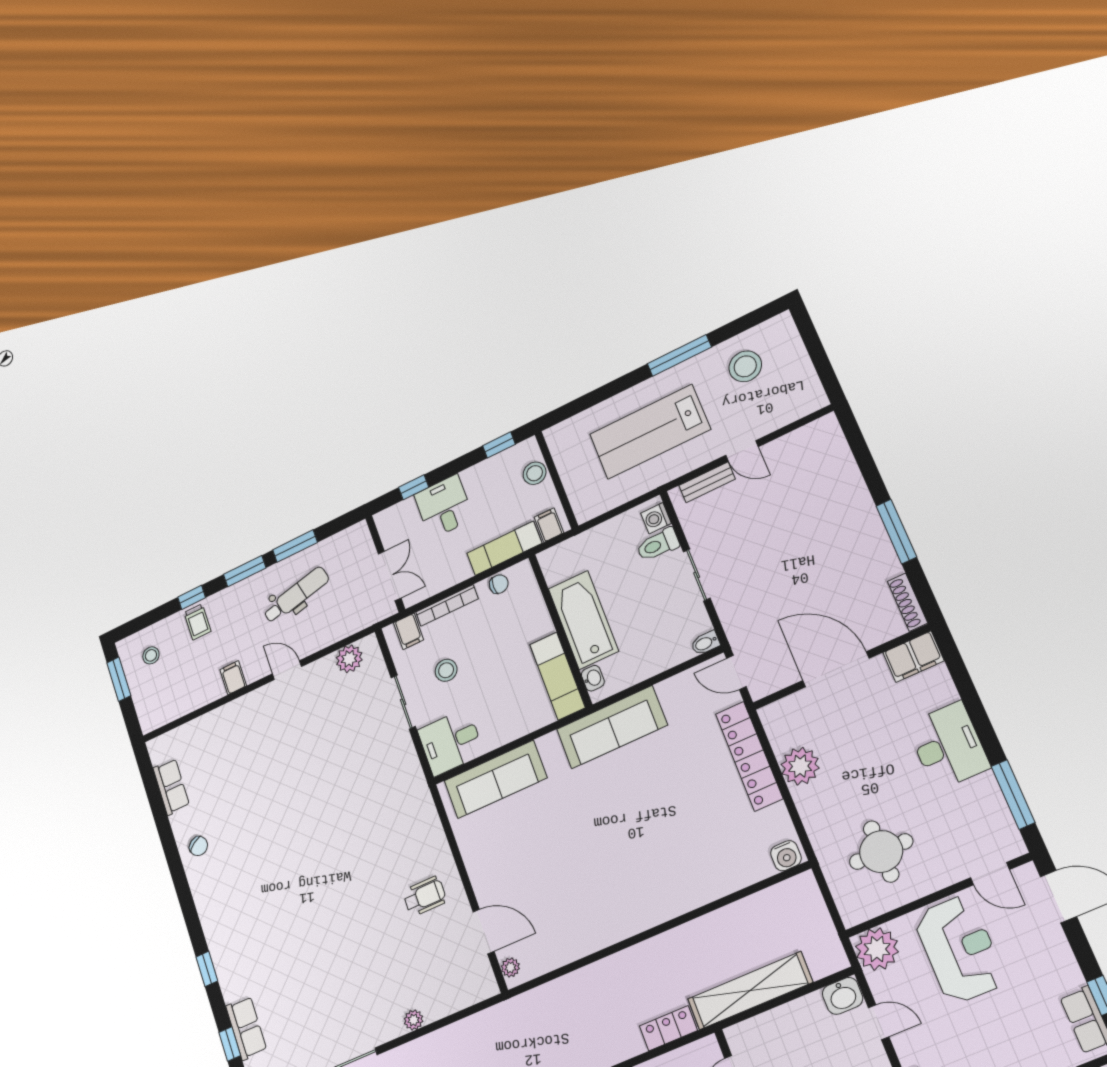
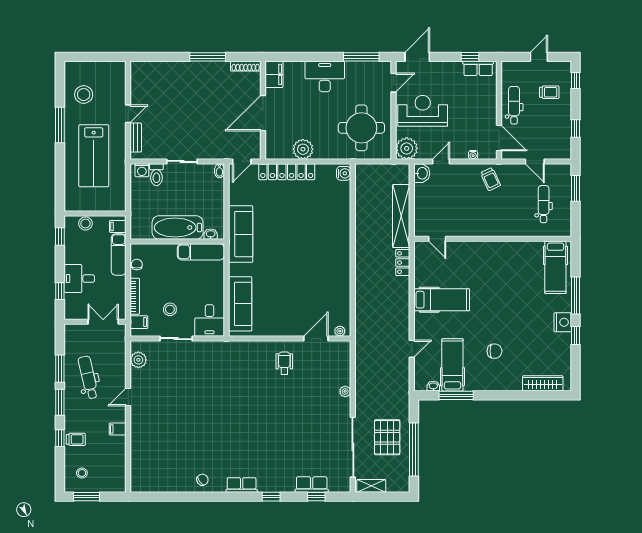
row of seats: (171, 787) -> (242, 485), moved
round table: (881, 852) -> (361, 128), width x1.36, depth x1.36

